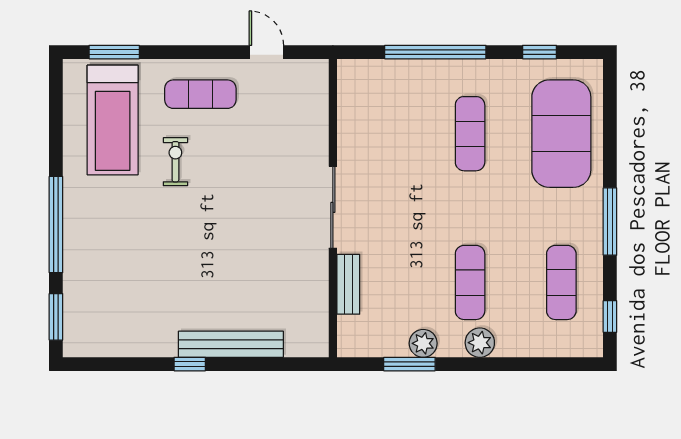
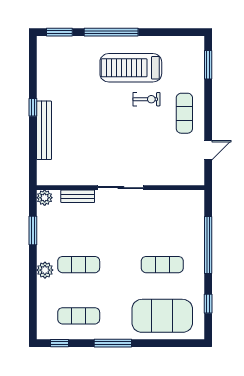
treadmill: (113, 120) -> (131, 68), moved
plant: (423, 343) -> (45, 198), moved

